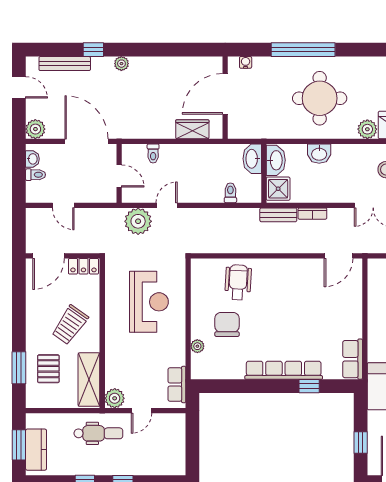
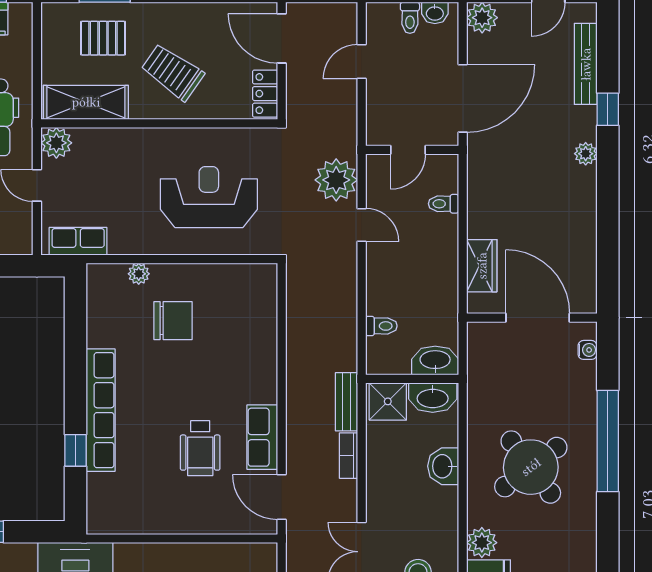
round table: (320, 98) -> (531, 467), turned -37
wheelchair: (238, 282) -> (200, 448), moved, turned 87
reception desk: (149, 302) -> (209, 197), turned 180
row of seats: (353, 359) -> (262, 437), moved, turned -90

